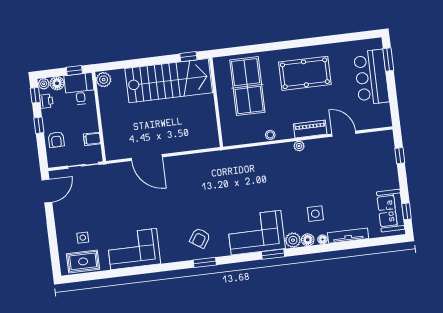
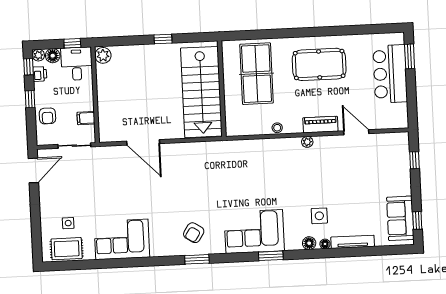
window: (188, 57) -> (163, 39), moved
stairs: (169, 81) -> (201, 92), moved, turned 90
plant: (293, 240) -> (293, 242), removed

